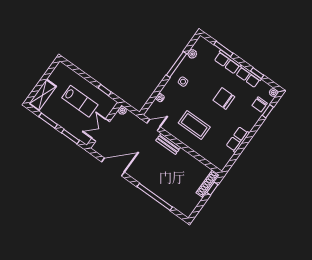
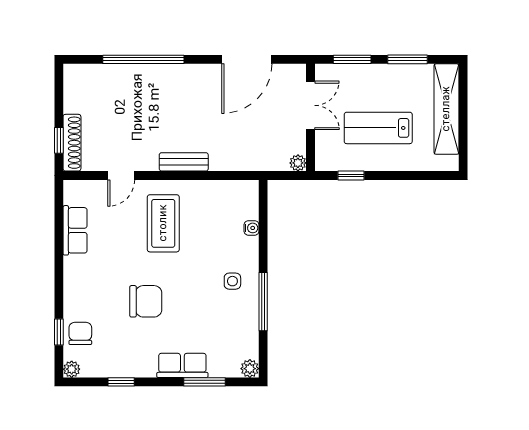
plant: (192, 54) -> (250, 369), moved
row of seats: (249, 77) -> (131, 366), removed
shelving: (43, 95) -> (446, 109), width x1.47
door: (153, 125) -> (121, 175), moved
coffee table: (194, 125) -> (163, 223), turned 90
row of seats: (238, 139) -> (75, 230), moved

